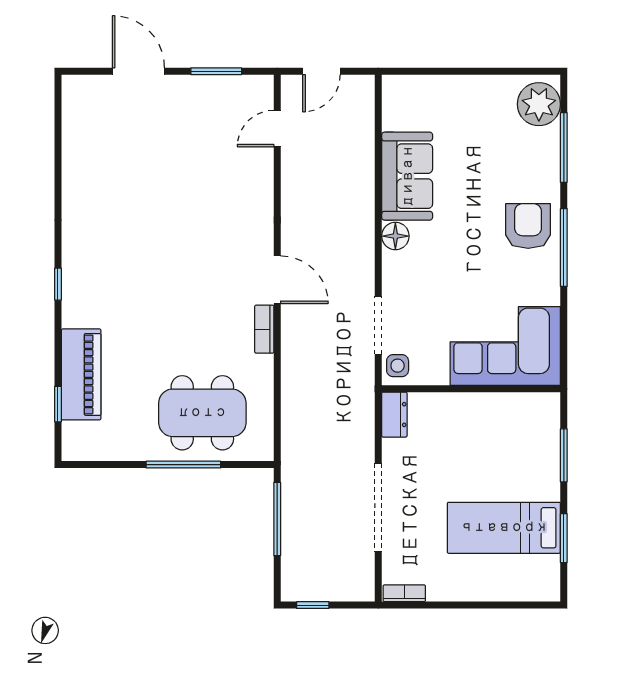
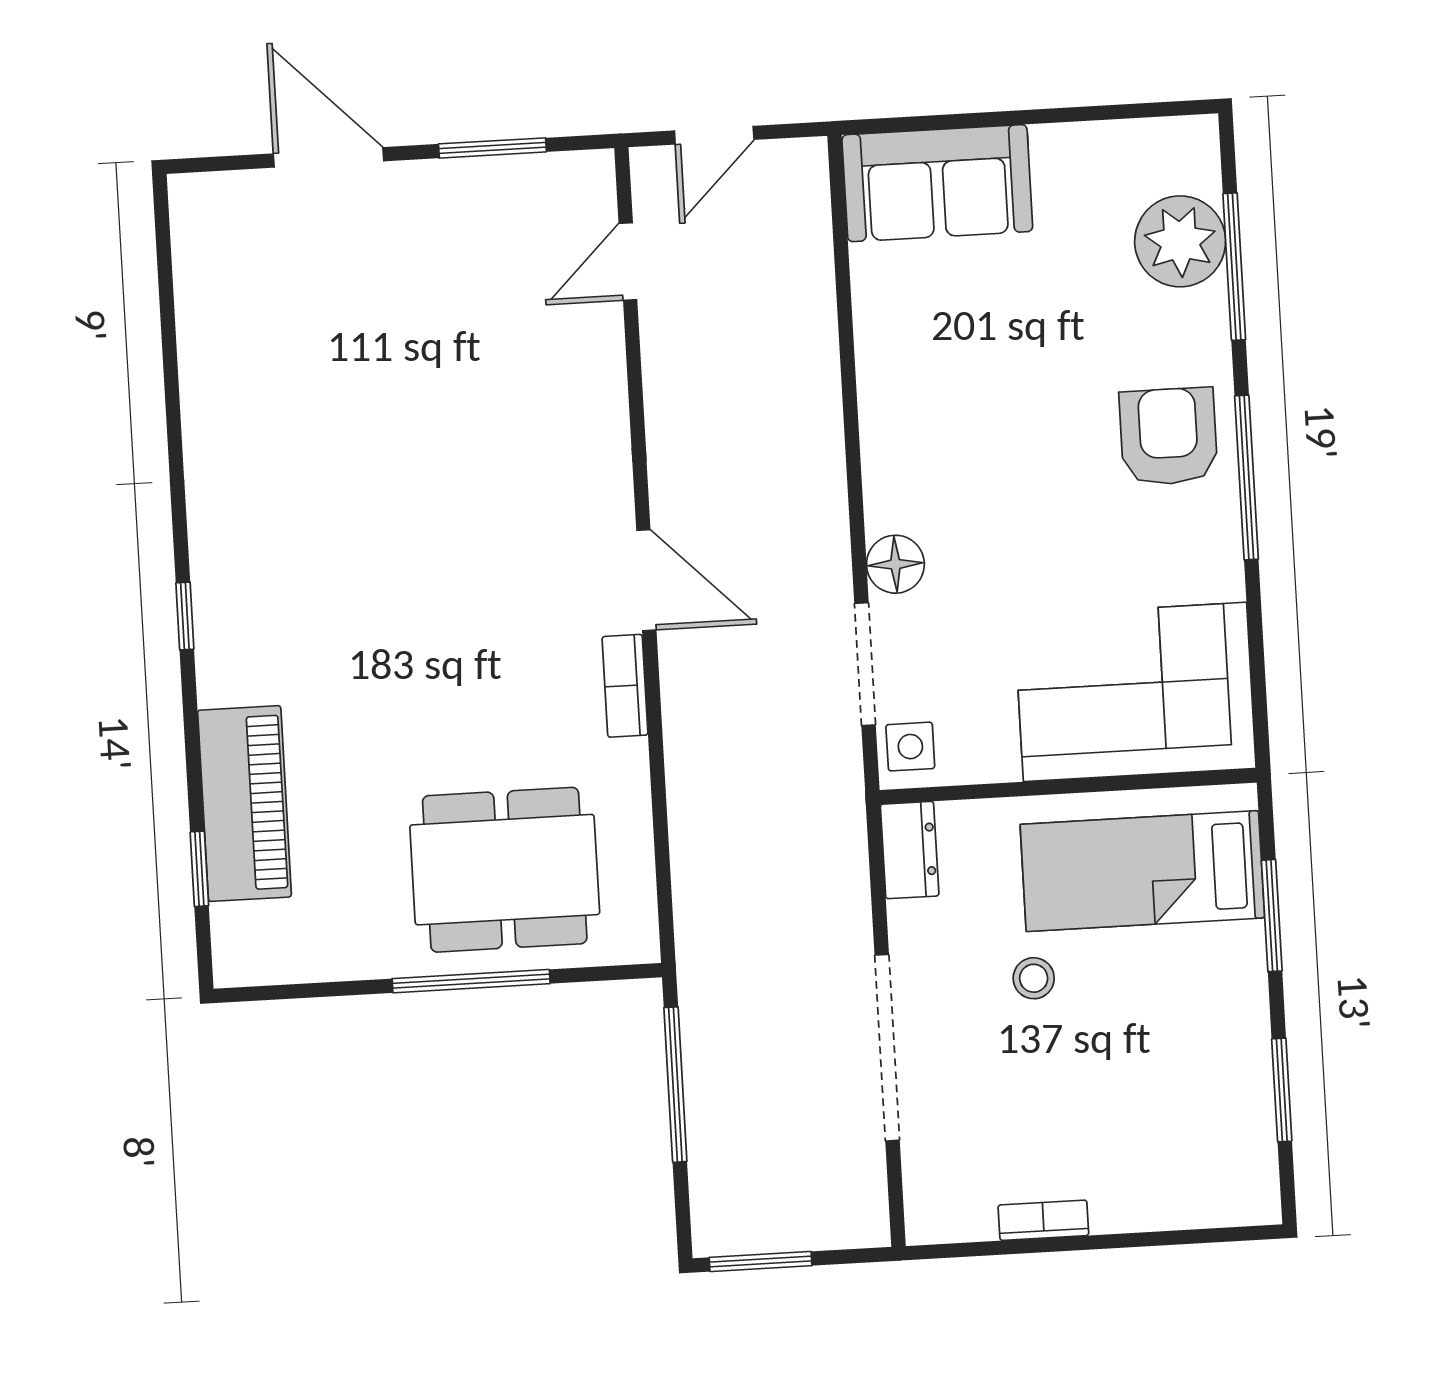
plant: (539, 104) -> (1180, 241), moved
sofa: (407, 176) -> (937, 183), moved, turned 90
floor lamp: (395, 236) -> (895, 564), moved
stool: (450, 479) -> (1034, 978), added
bed: (504, 528) -> (1142, 871), moved
bookcase: (404, 593) -> (1043, 1220), moved
window: (313, 605) -> (761, 1262), width x1.50

